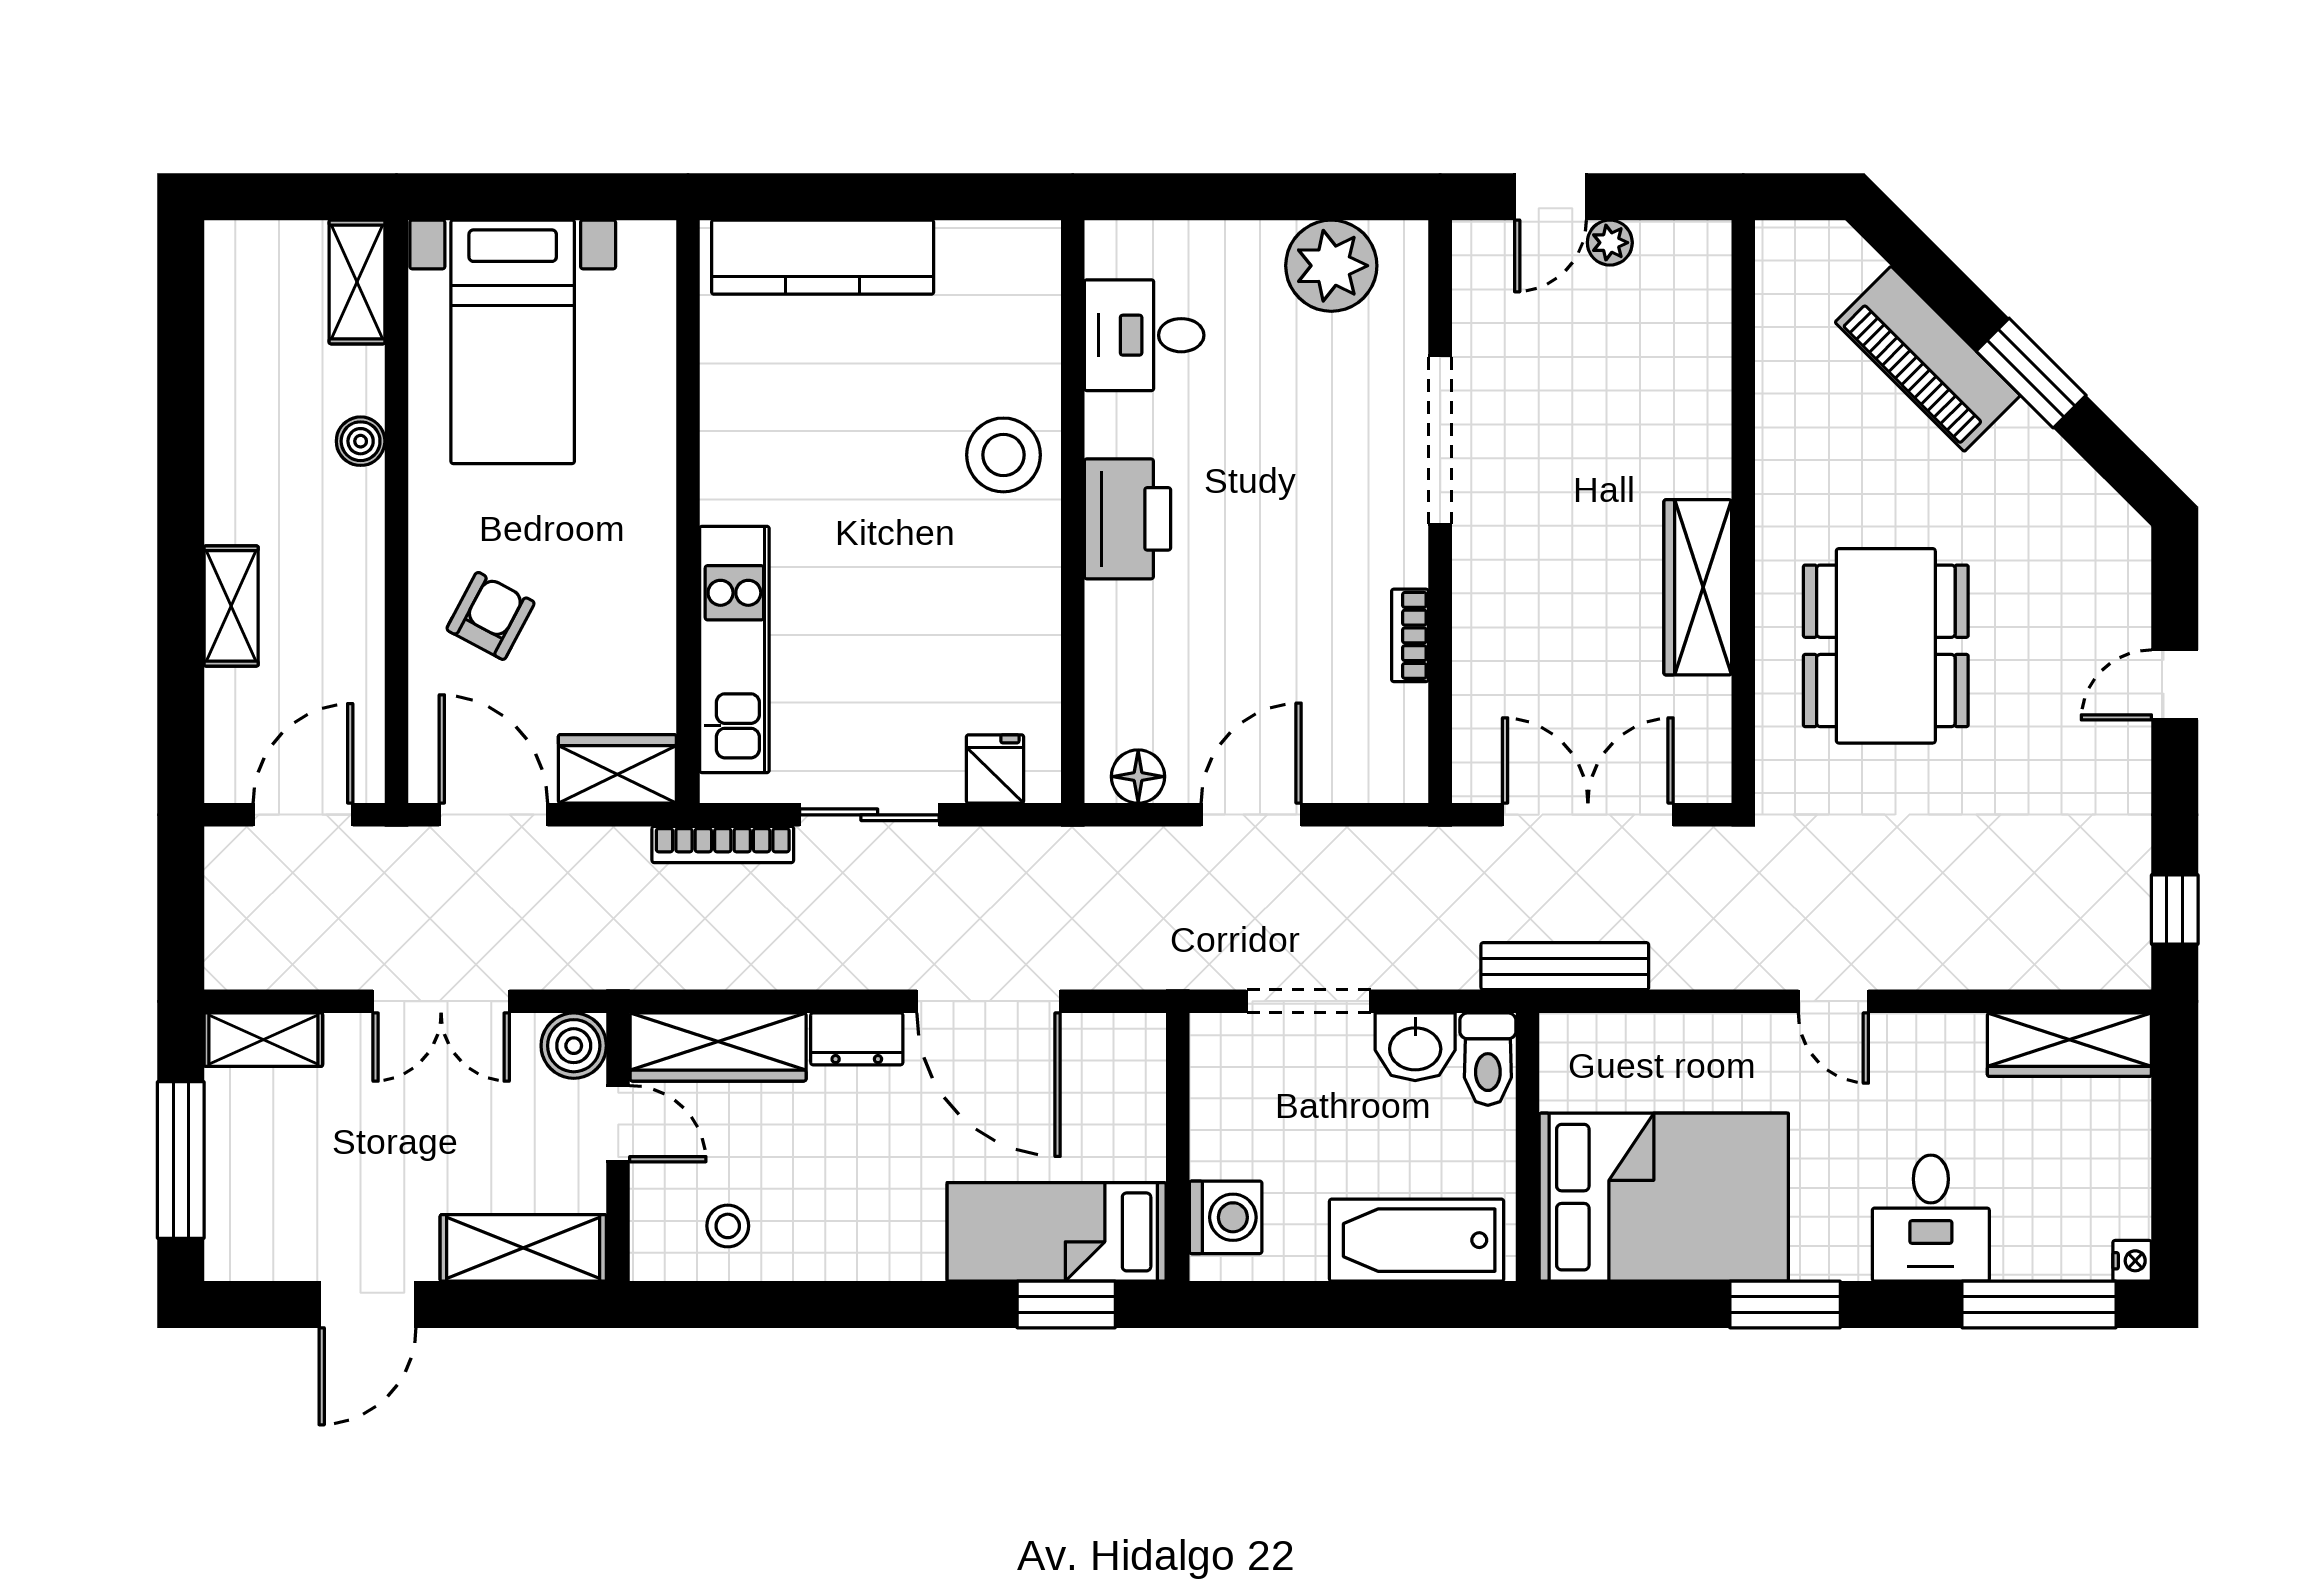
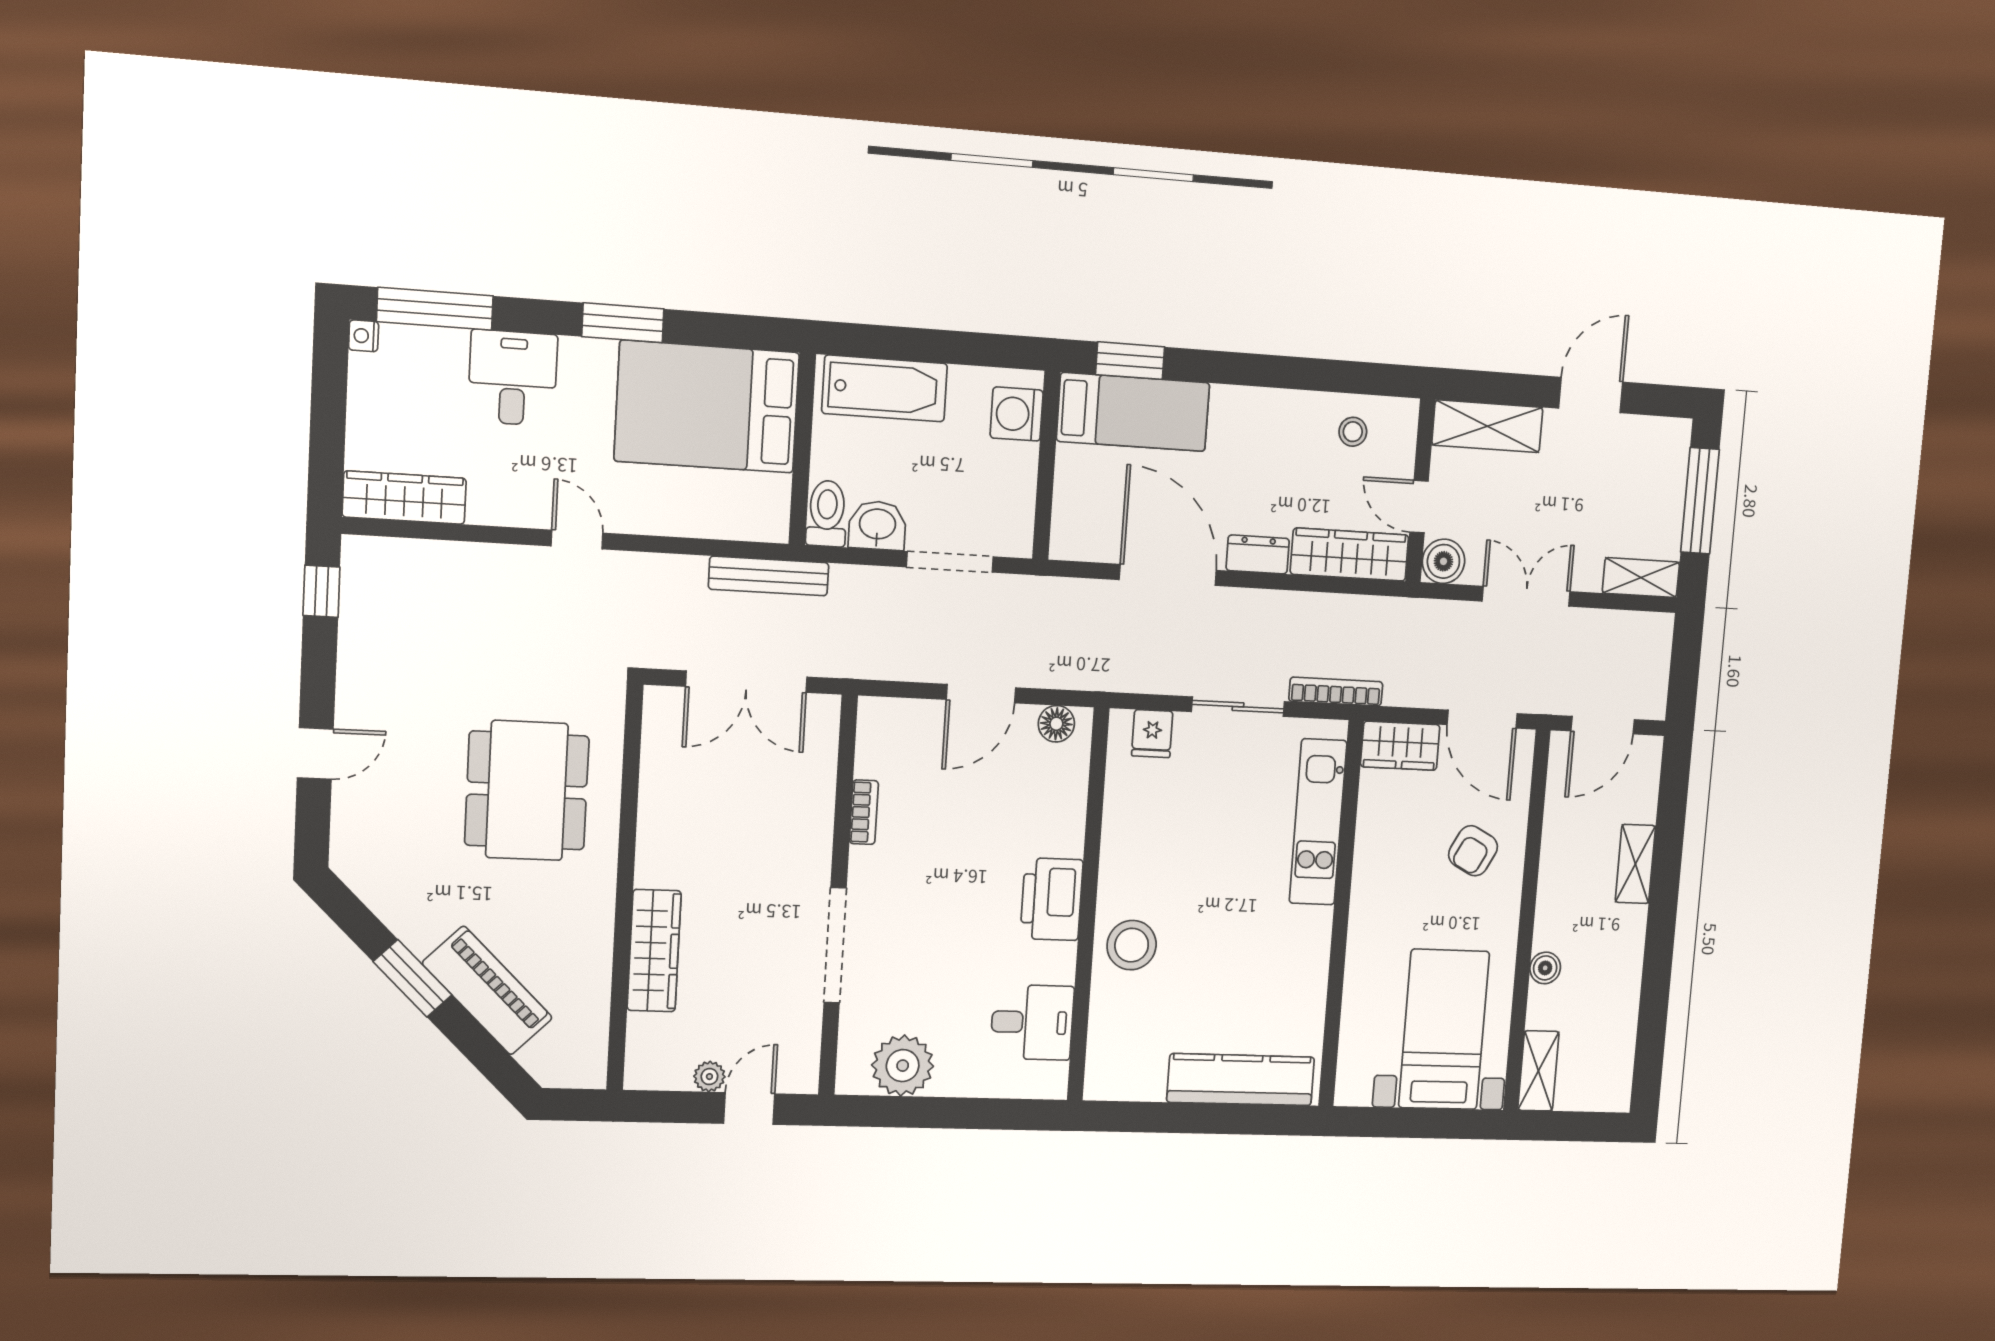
wardrobe: (1698, 587) -> (654, 951), moved

